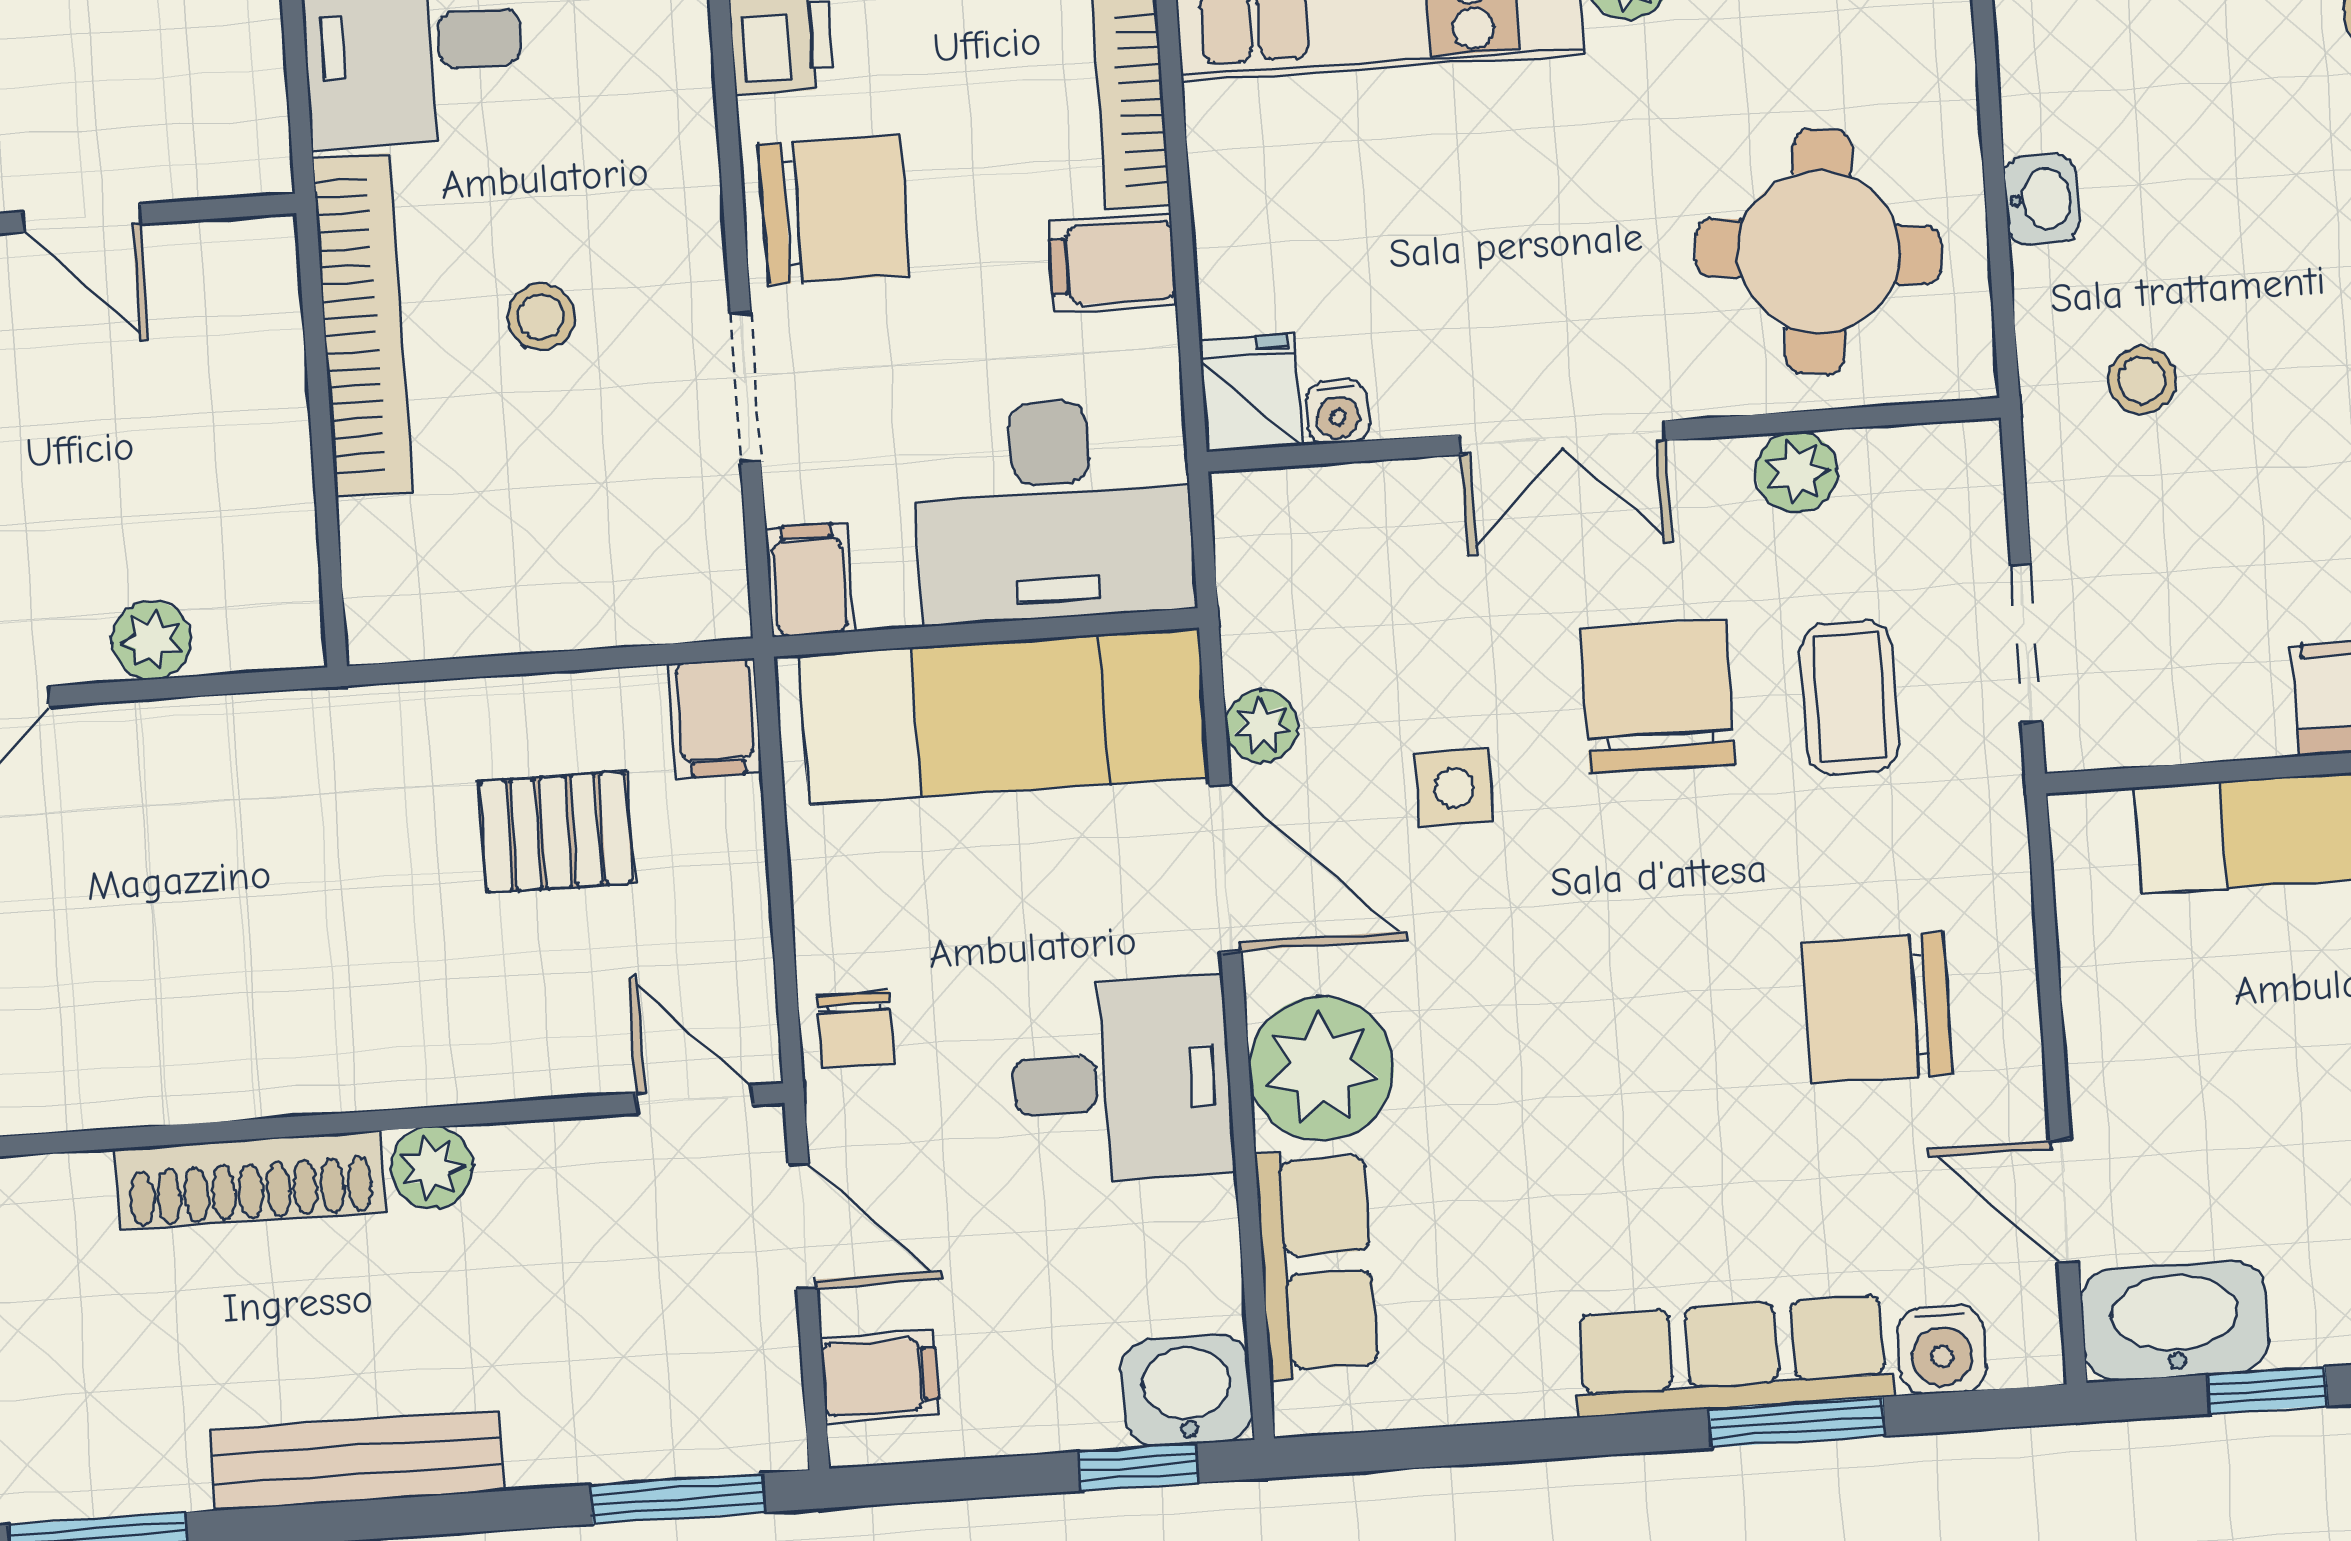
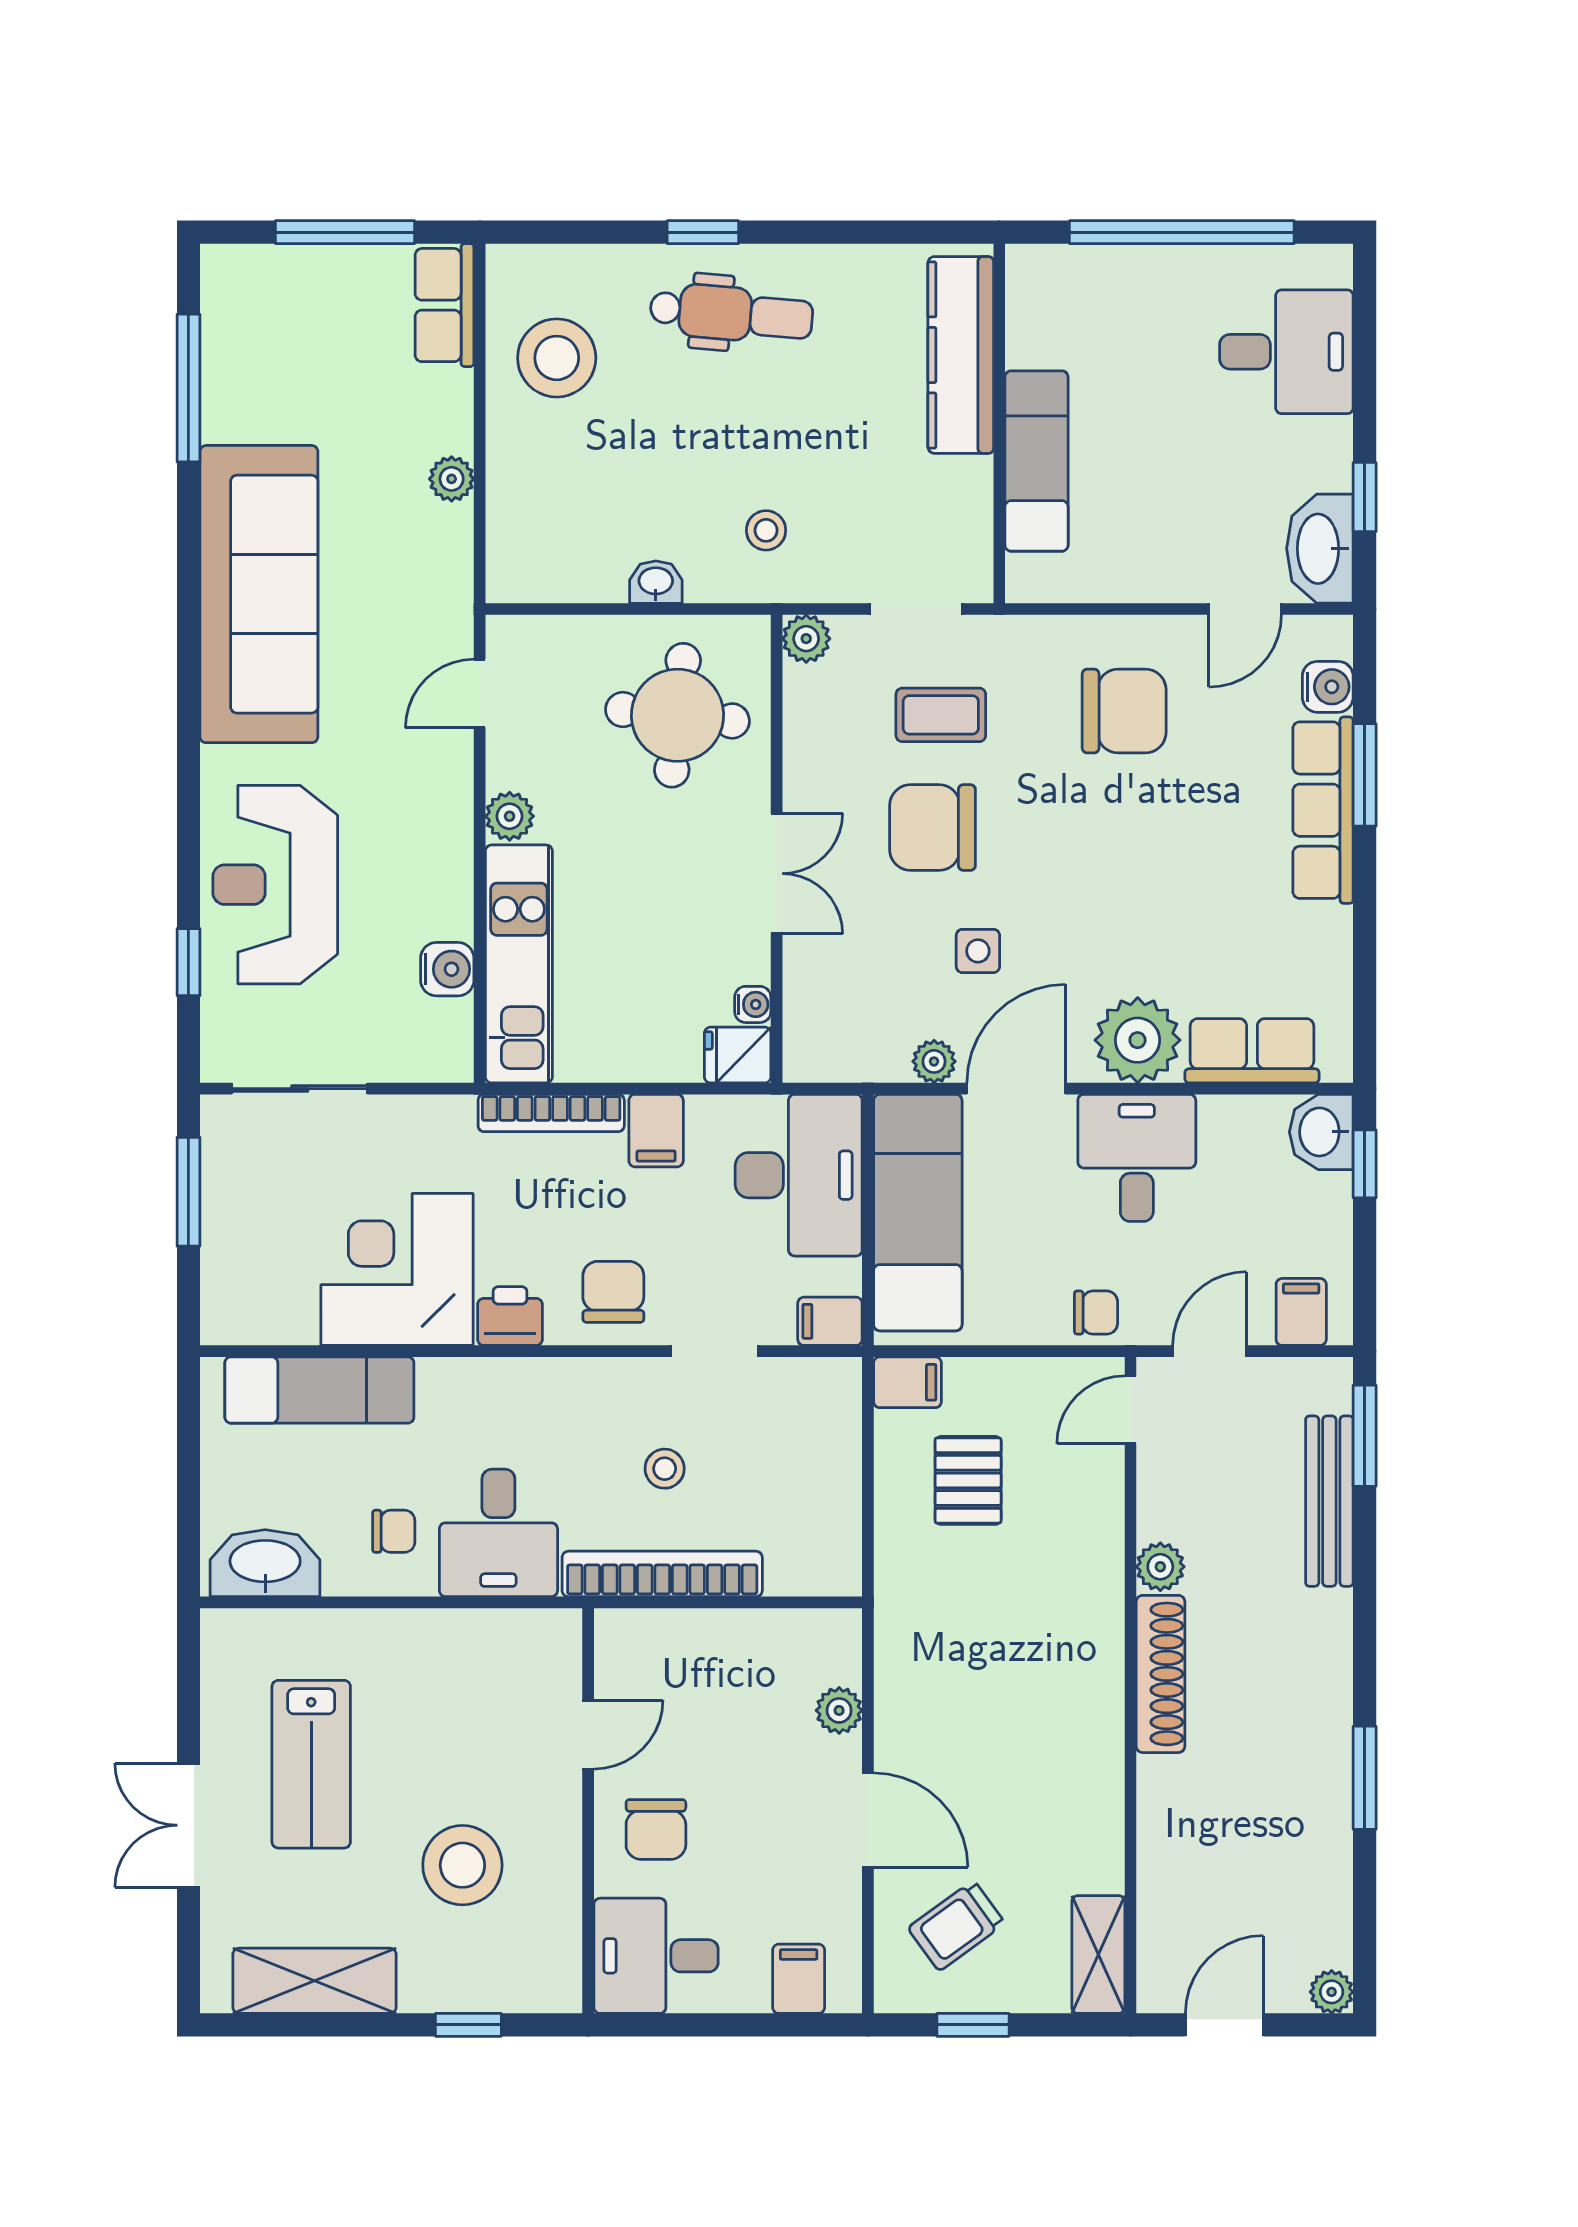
chair: (834, 210) -> (613, 1292), width x0.73, depth x0.73
plant: (1797, 472) -> (806, 639), moved
chair: (1877, 1008) -> (1124, 711), turned -90
bench: (357, 1460) -> (1329, 1501), moved

